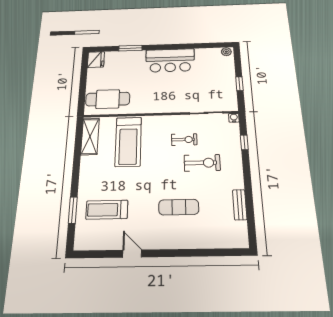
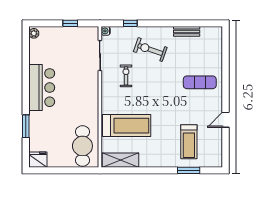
exercise bike: (202, 163) -> (150, 50), moved, turned -71
exercise mat: (179, 207) -> (200, 82), moved, turned 90

